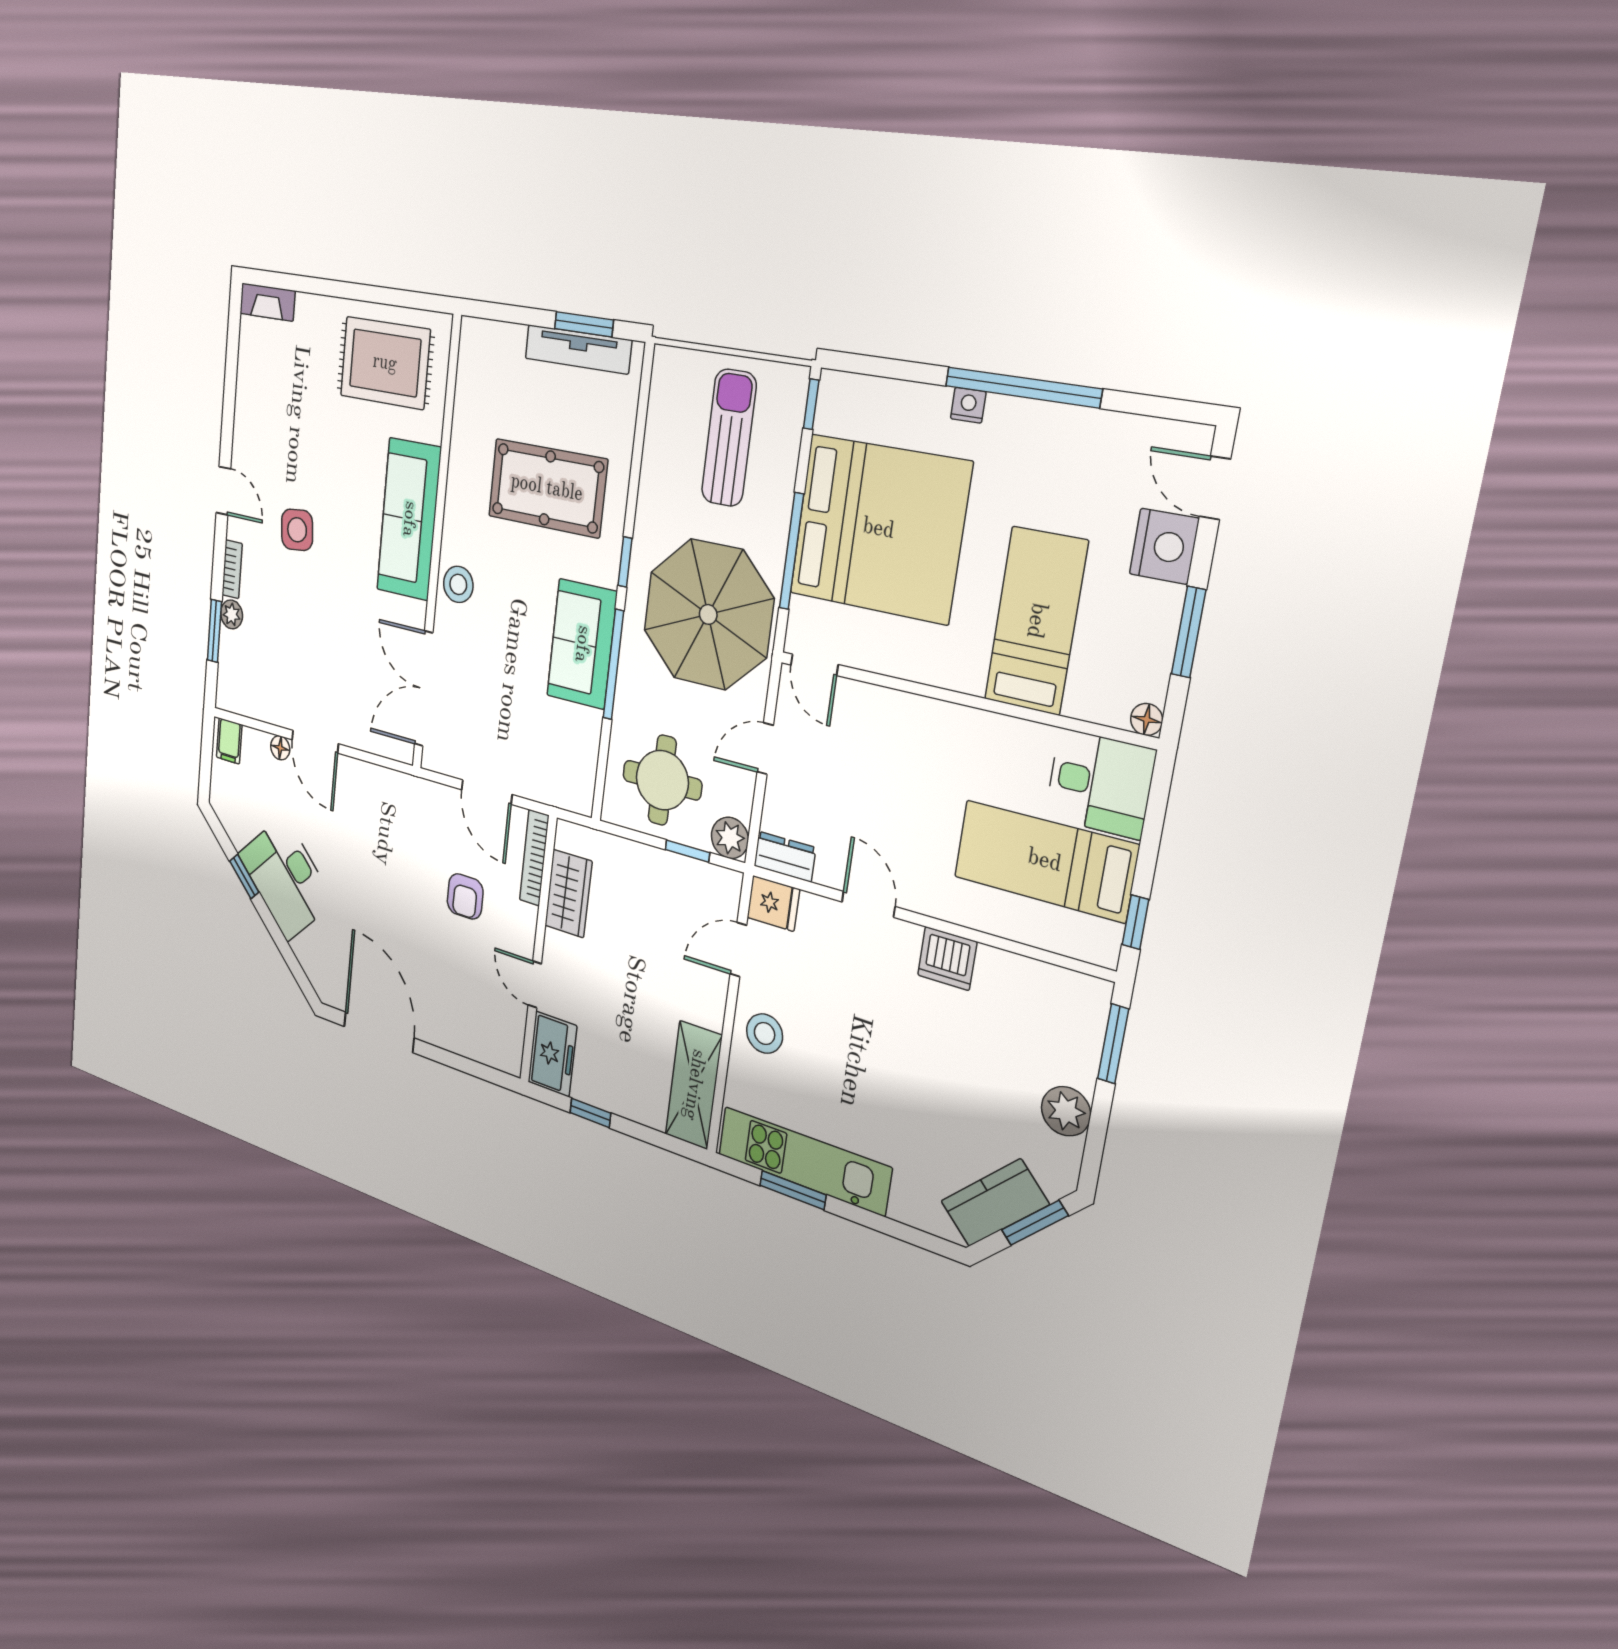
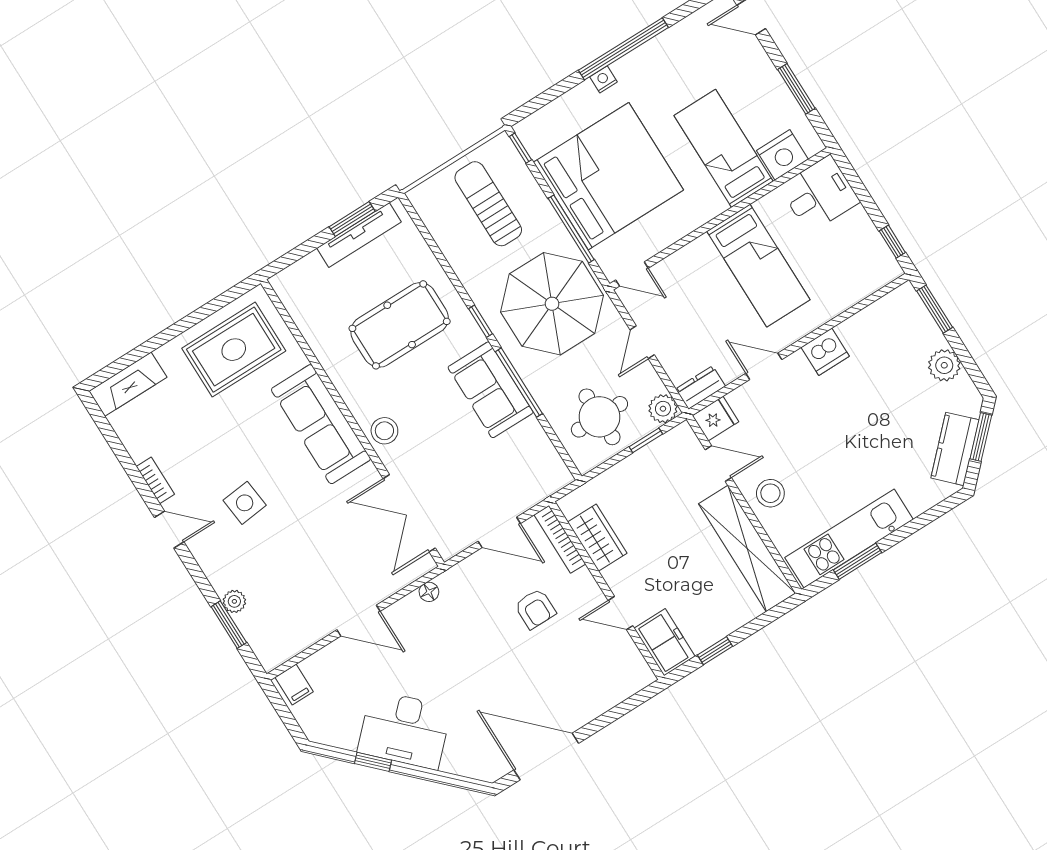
fireplace: (267, 302) -> (128, 384), width x1.37, depth x1.32
nightstand: (1164, 546) -> (782, 155), moved, turned 90
bookcase: (232, 569) -> (155, 480), moved
floor lamp: (1147, 719) -> (813, 145), removed
floor lamp: (280, 748) -> (429, 592), moved
bed: (1045, 861) -> (758, 266), moved, turned -90
door: (738, 950) -> (718, 464), swing flipped
shelving: (694, 1085) -> (747, 549), width x1.47

